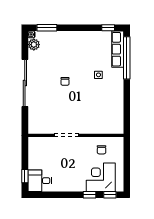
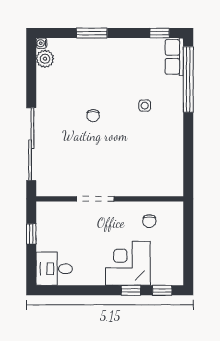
window: (47, 28) -> (92, 33), moved
row of seats: (118, 49) -> (174, 57), width x0.68
sliding door: (25, 83) -> (31, 144), moved
window: (25, 176) -> (31, 234), moved
corner desk: (101, 177) -> (128, 263), moved

